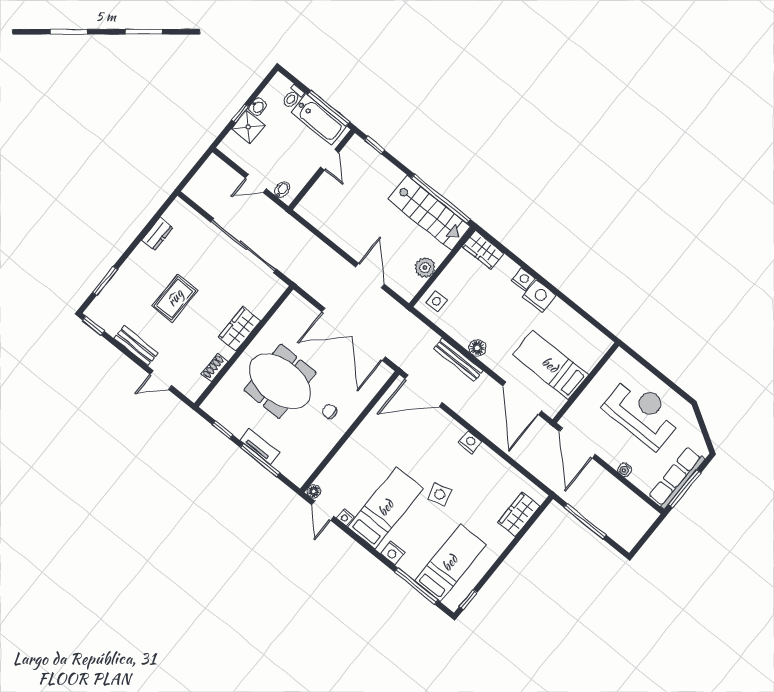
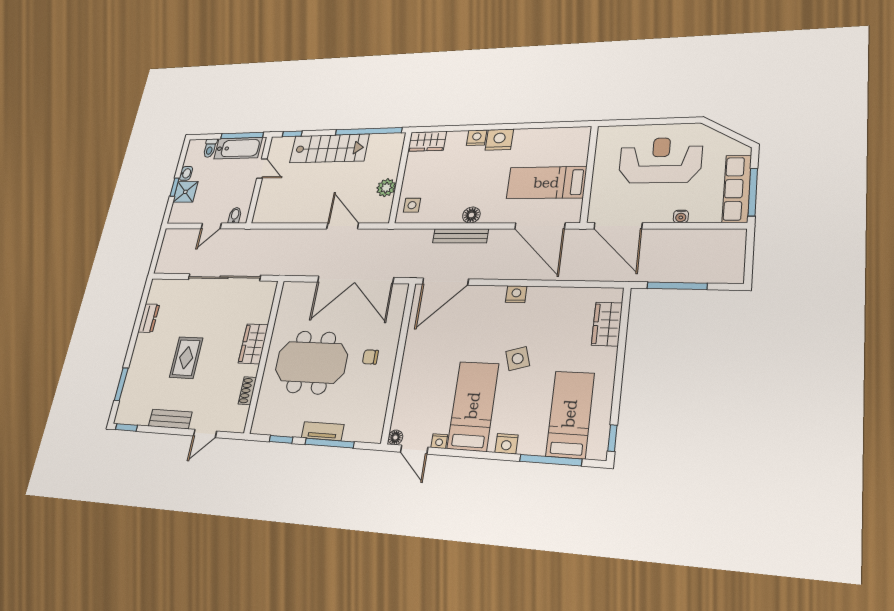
stairs: (429, 213) -> (329, 148), moved

